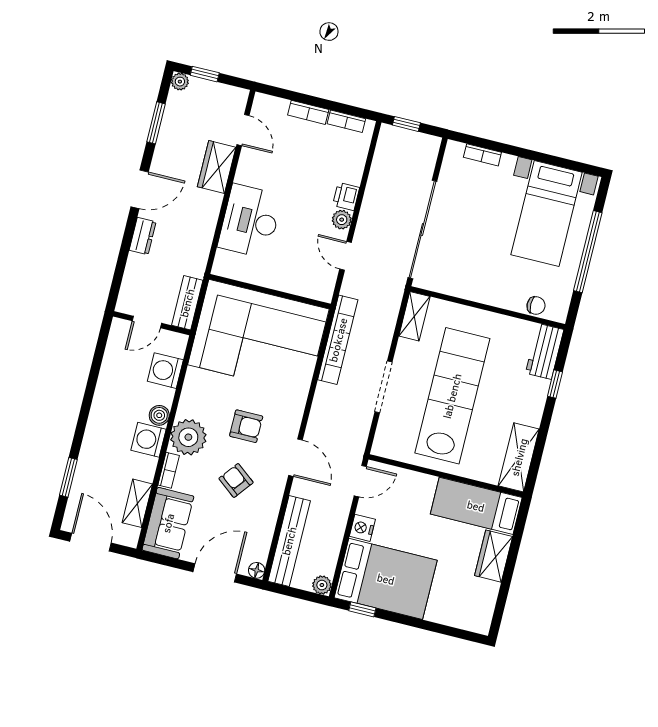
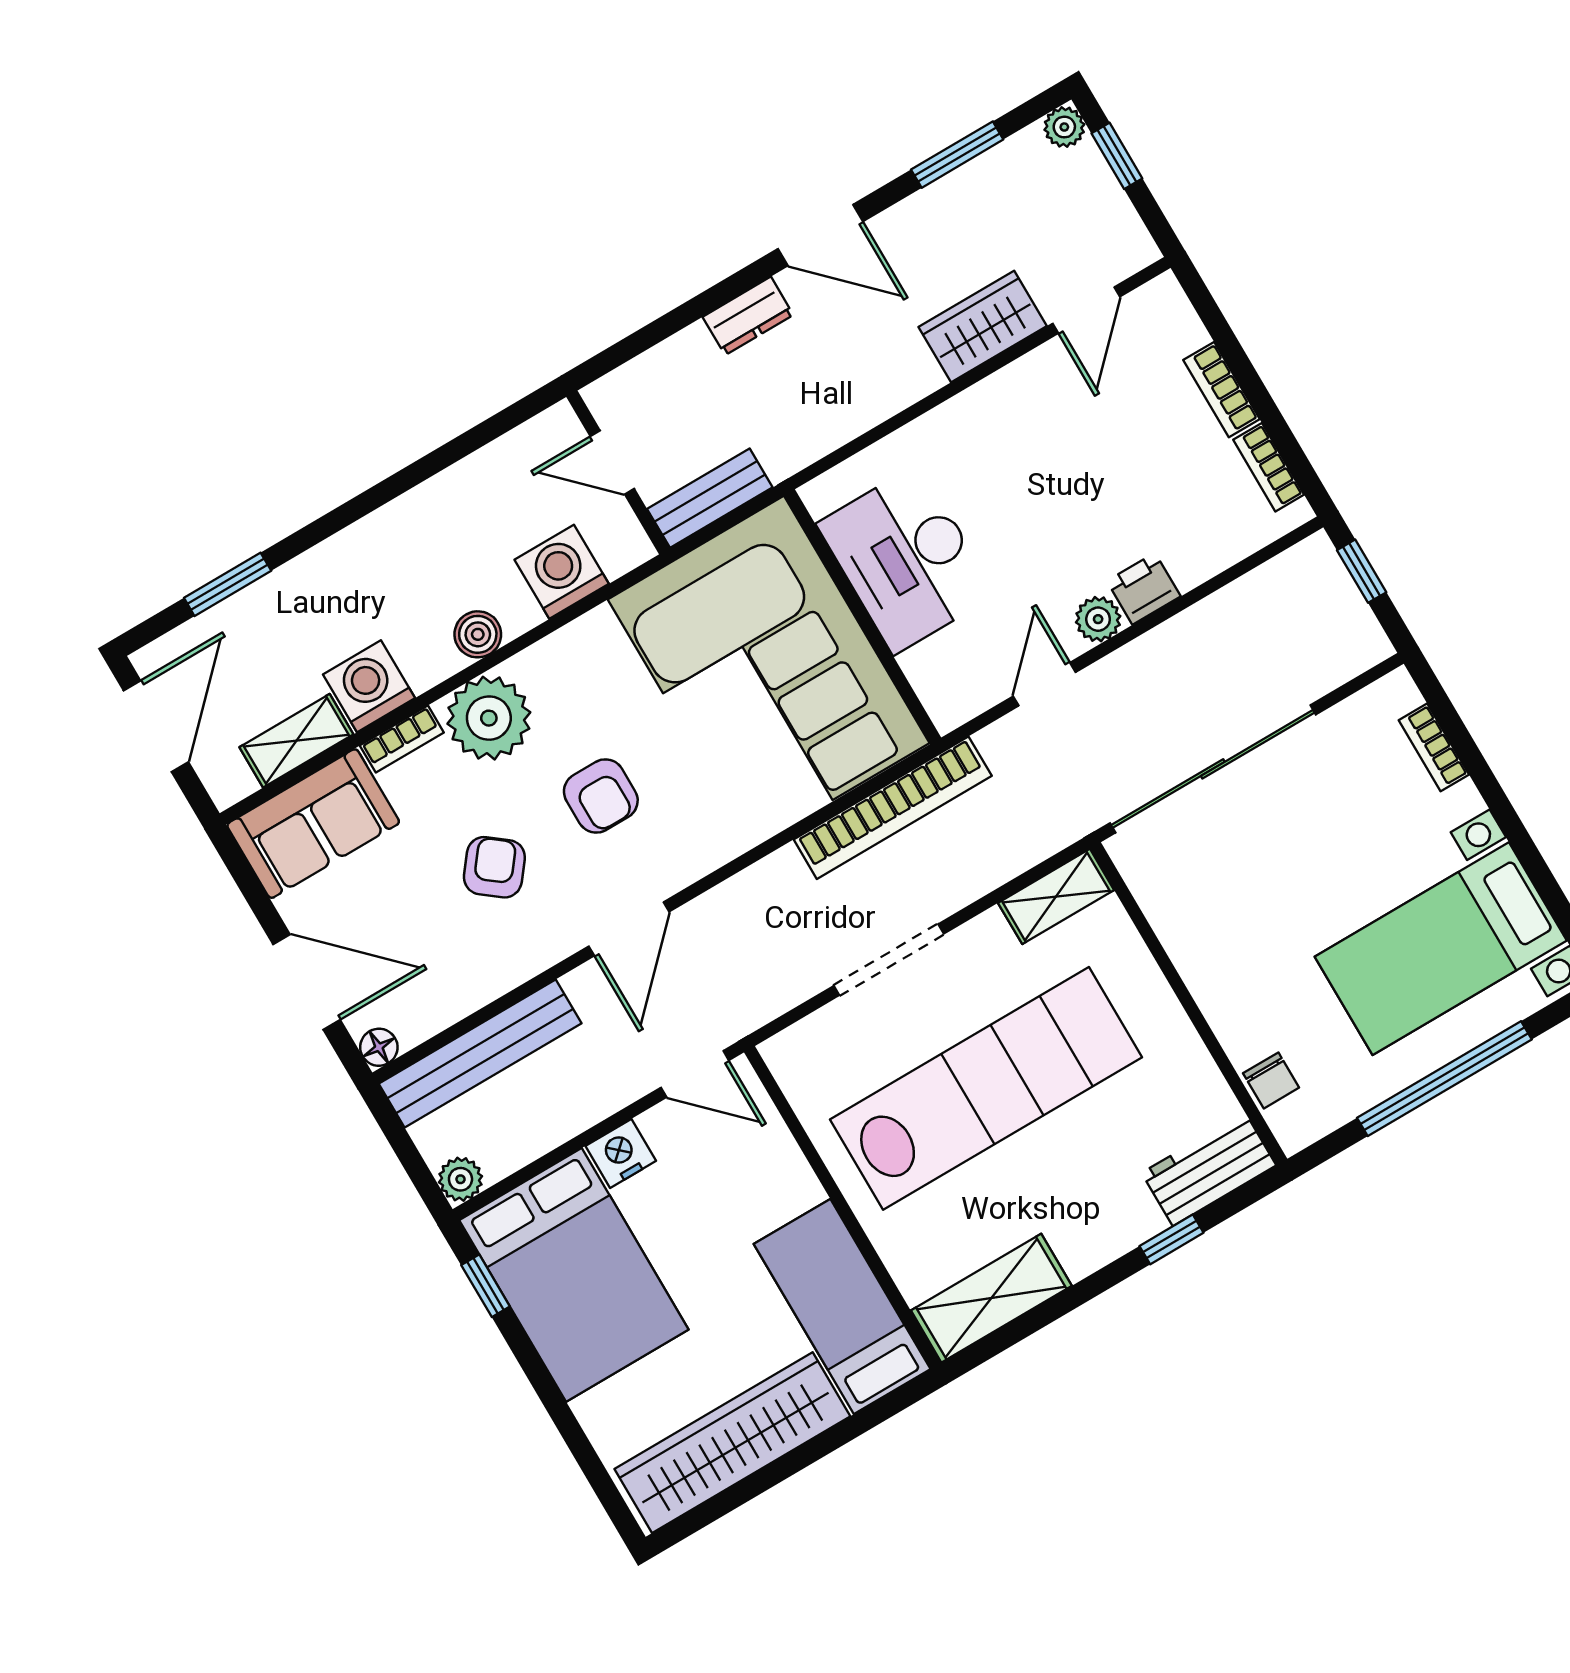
desk: (250, 221) -> (906, 559), moved, turned -90
washing machine: (149, 440) -> (369, 686), moved
wardrobe: (494, 556) -> (732, 1443), width x2.10, depth x1.17

